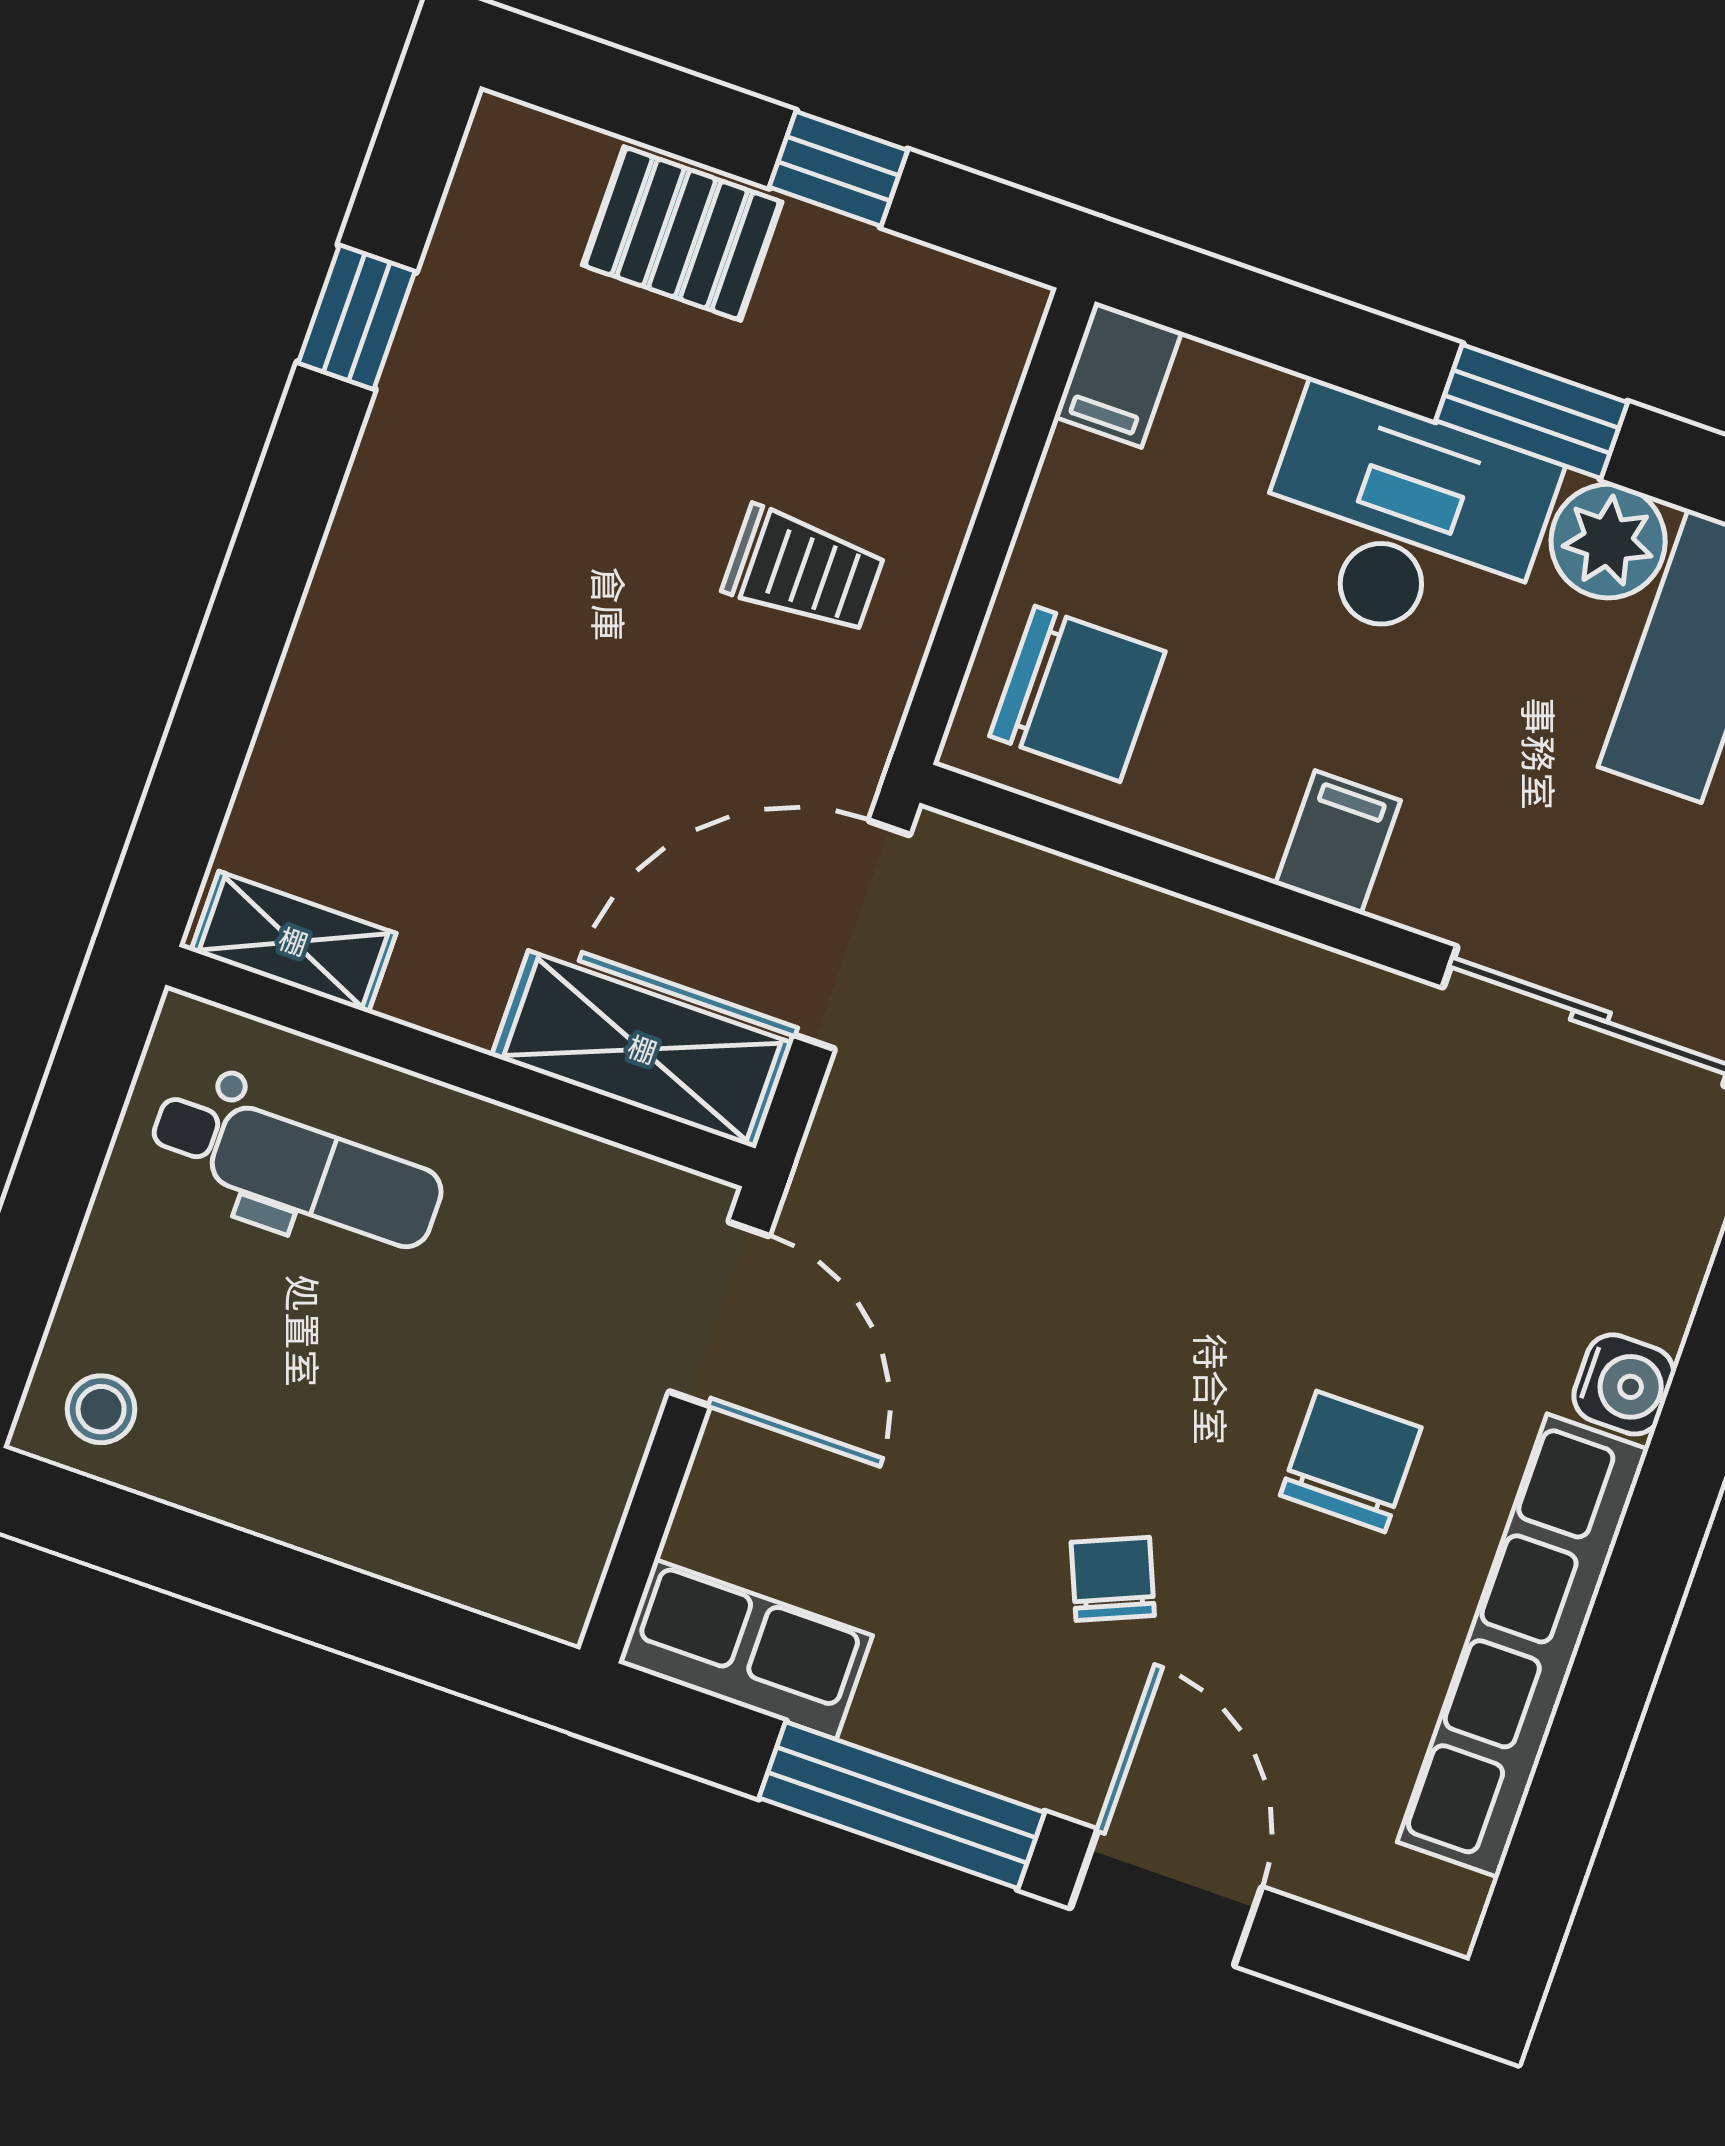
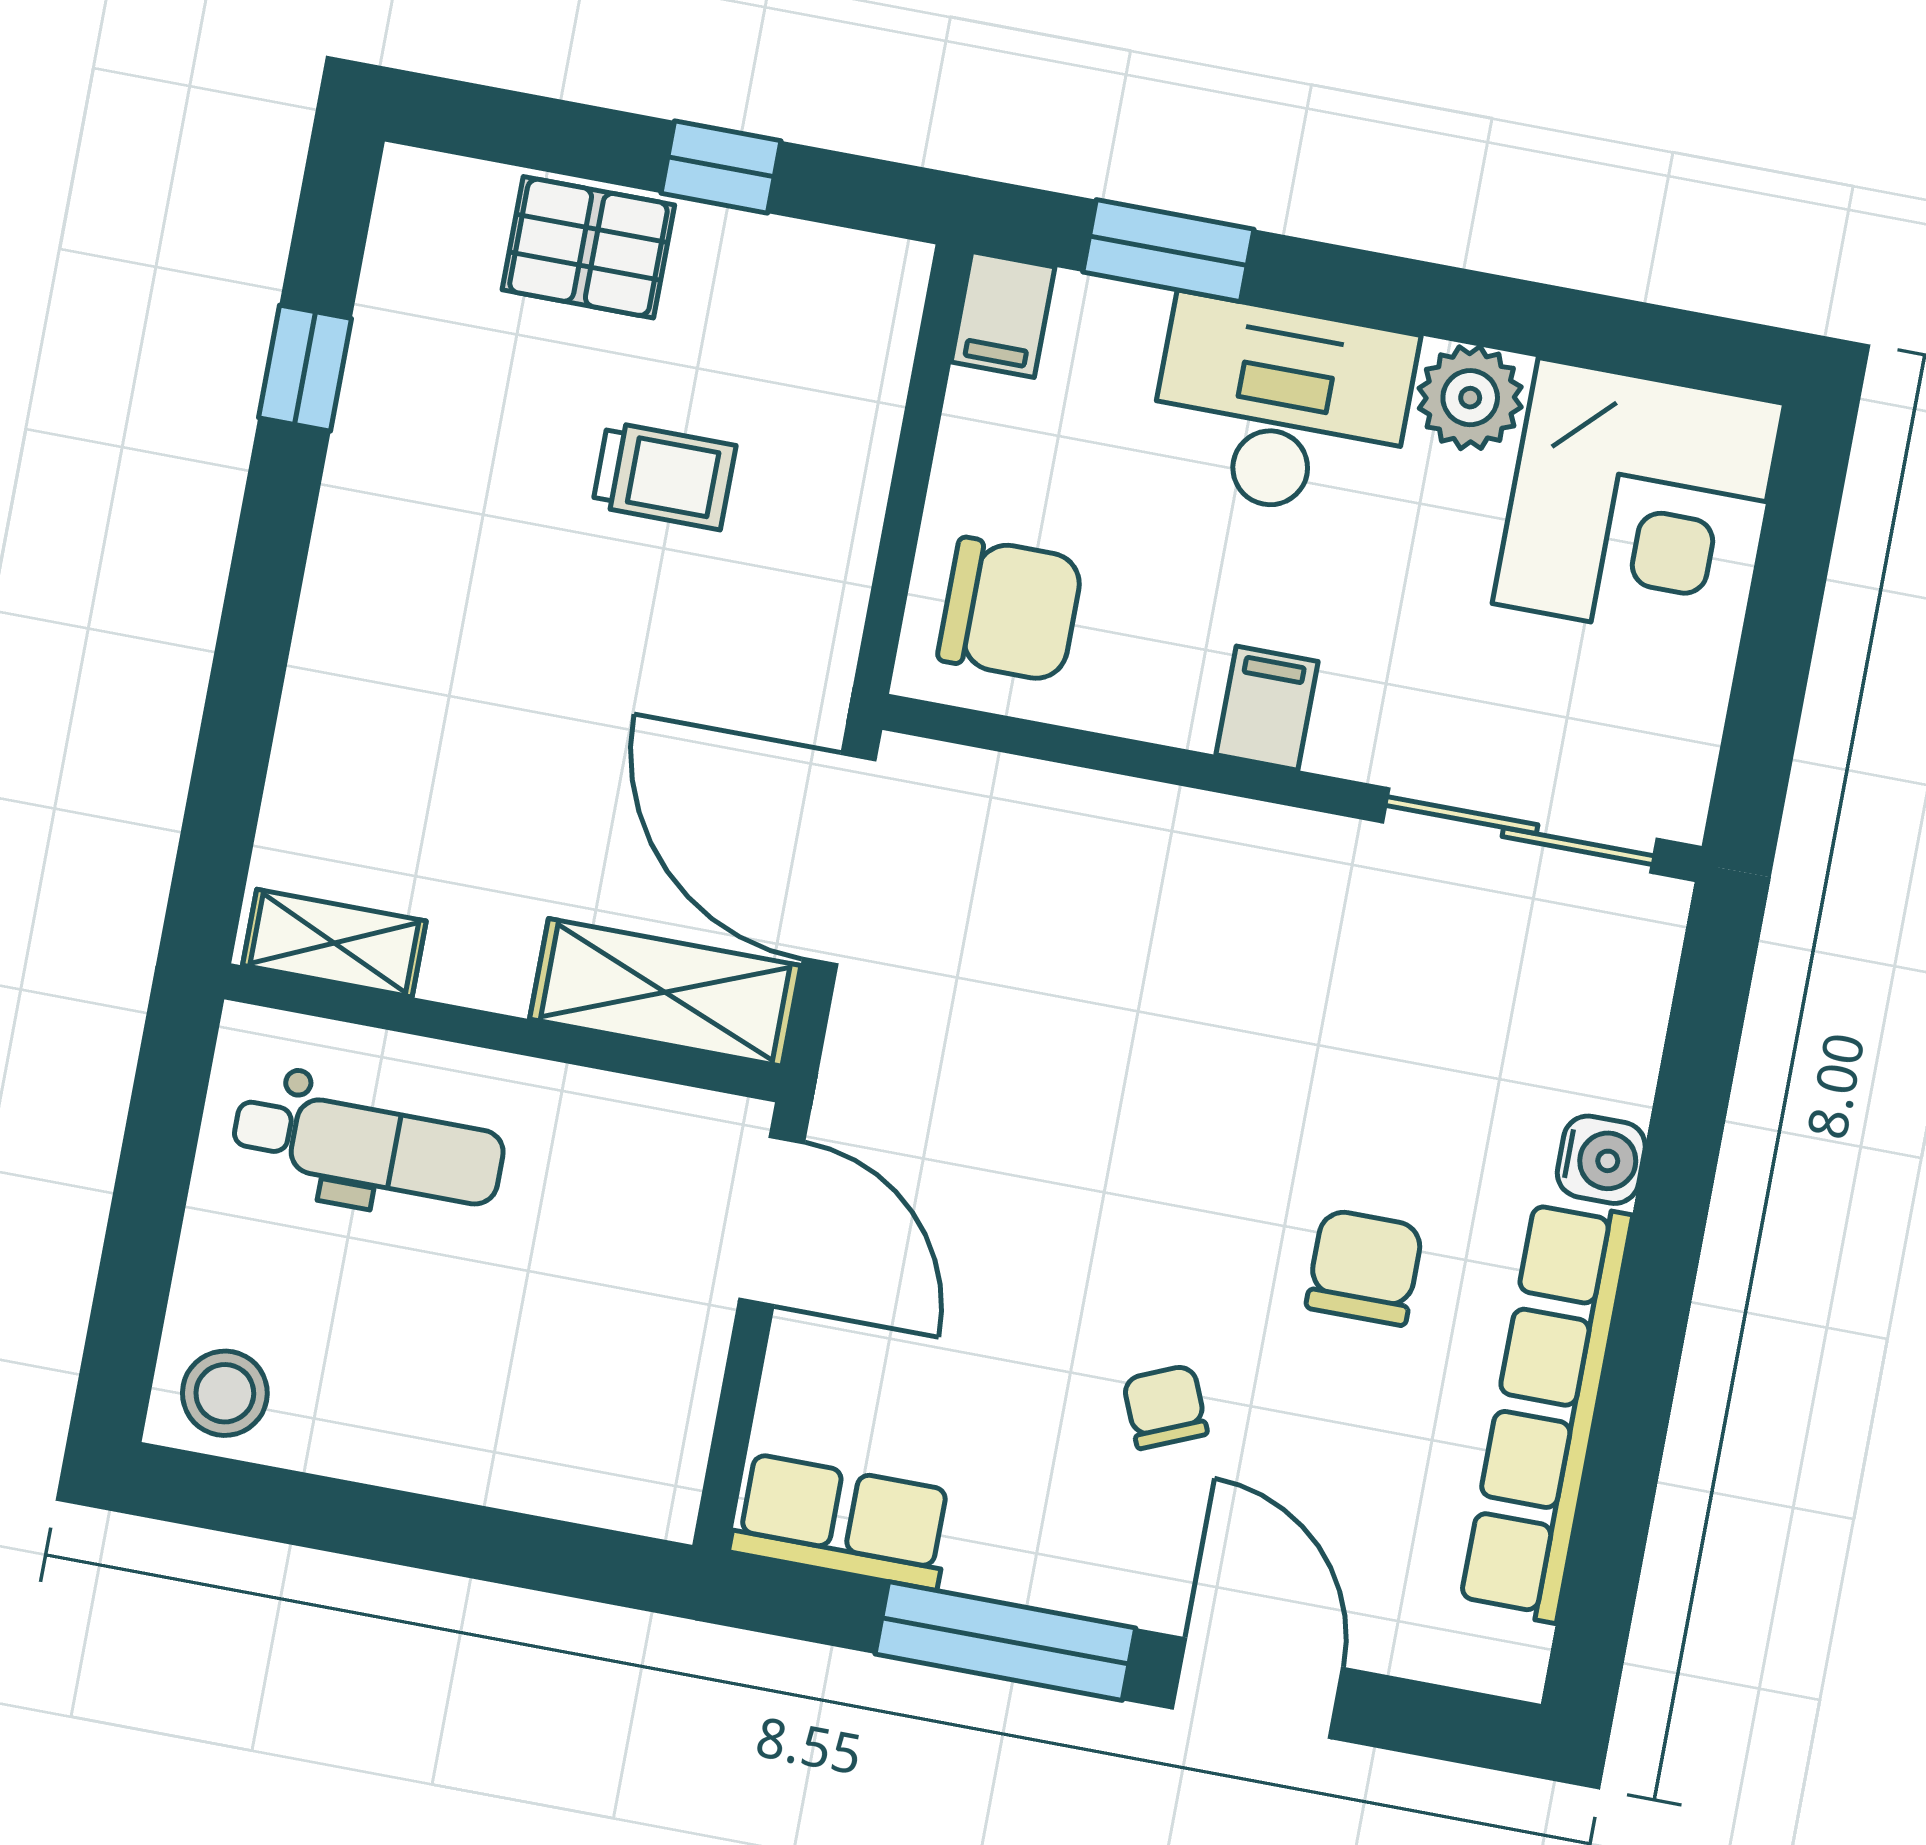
window: (1532, 411) -> (1168, 251), moved
trolley: (804, 570) -> (664, 476), moved
door: (852, 935) -> (839, 859), hinge flipped
stool: (101, 1409) -> (225, 1393), width x1.37, depth x1.37

